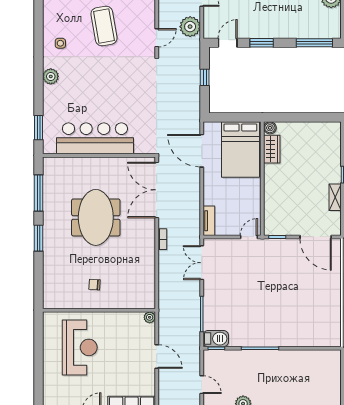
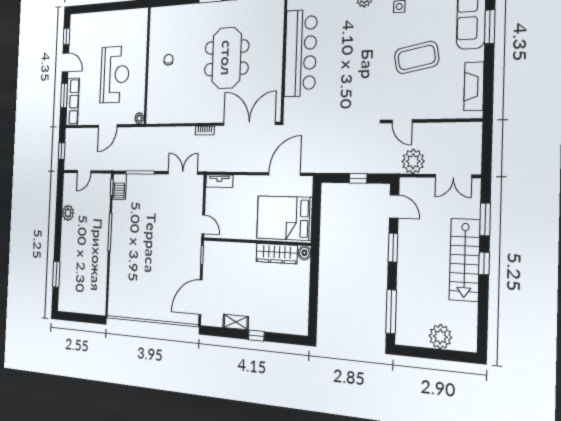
wardrobe: (272, 149) -> (277, 253), width x1.50
meeting table: (96, 217) -> (227, 58), turned 90
reception desk: (80, 347) -> (115, 74), moved, turned -90

